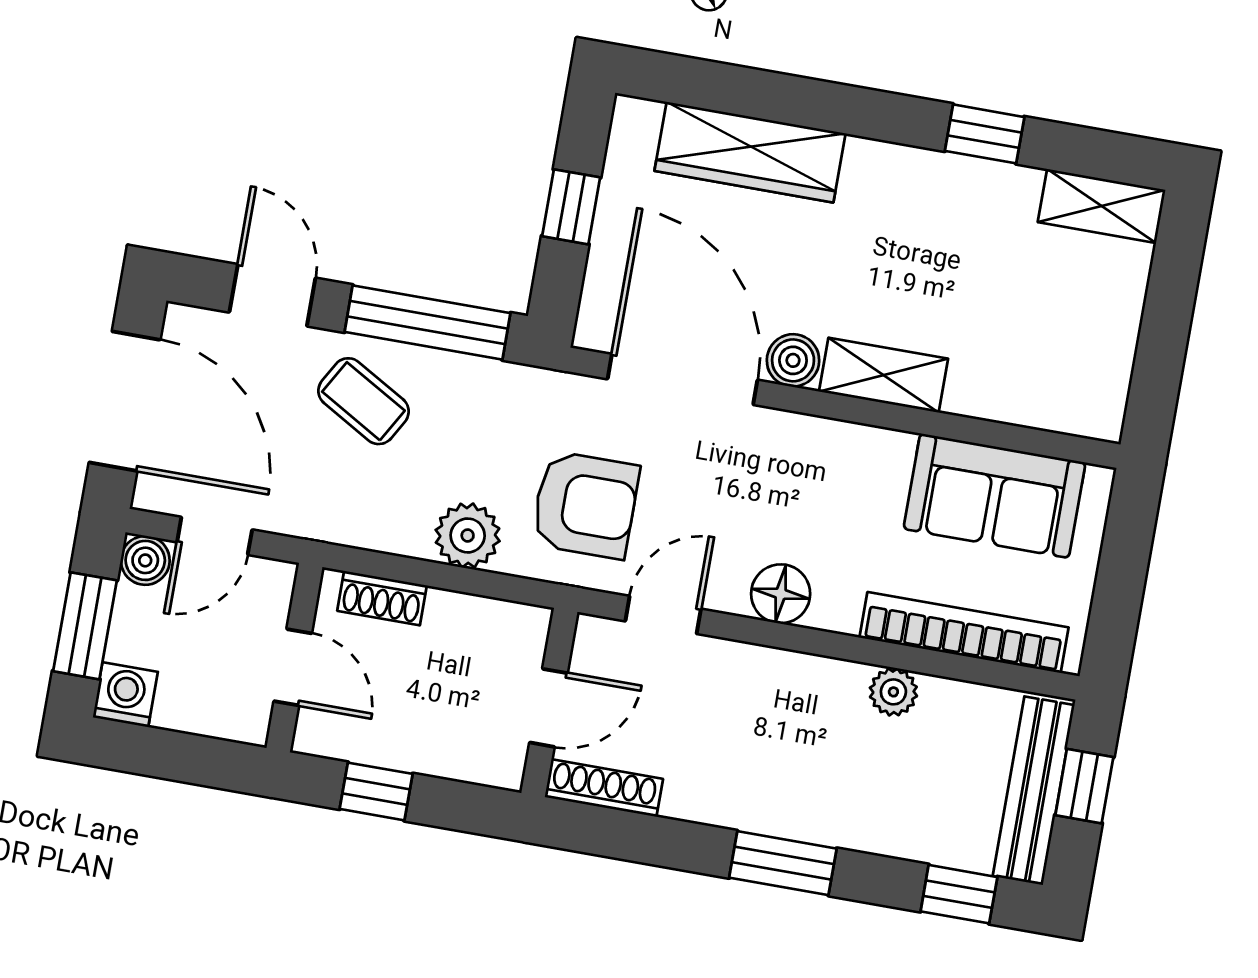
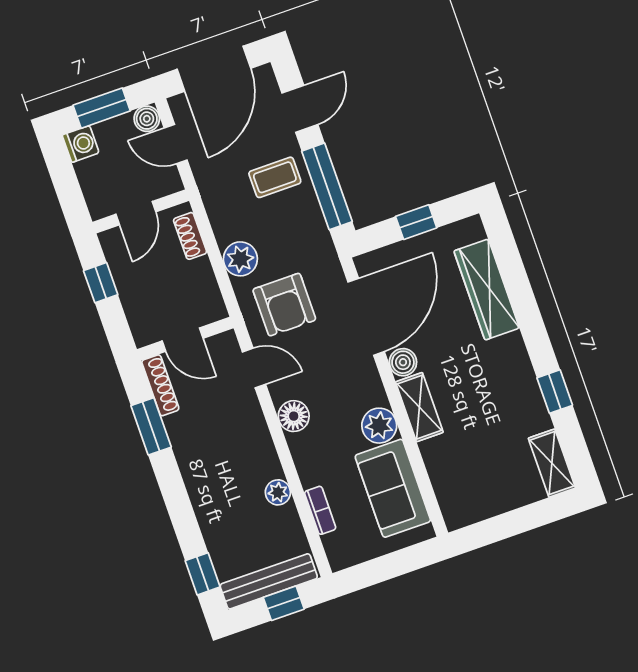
coffee table: (363, 401) -> (275, 177), turned 60
plant: (877, 460) -> (379, 426), added
bookcase: (964, 633) -> (320, 510), width x0.43, depth x0.76
window: (783, 863) -> (151, 426), moved

